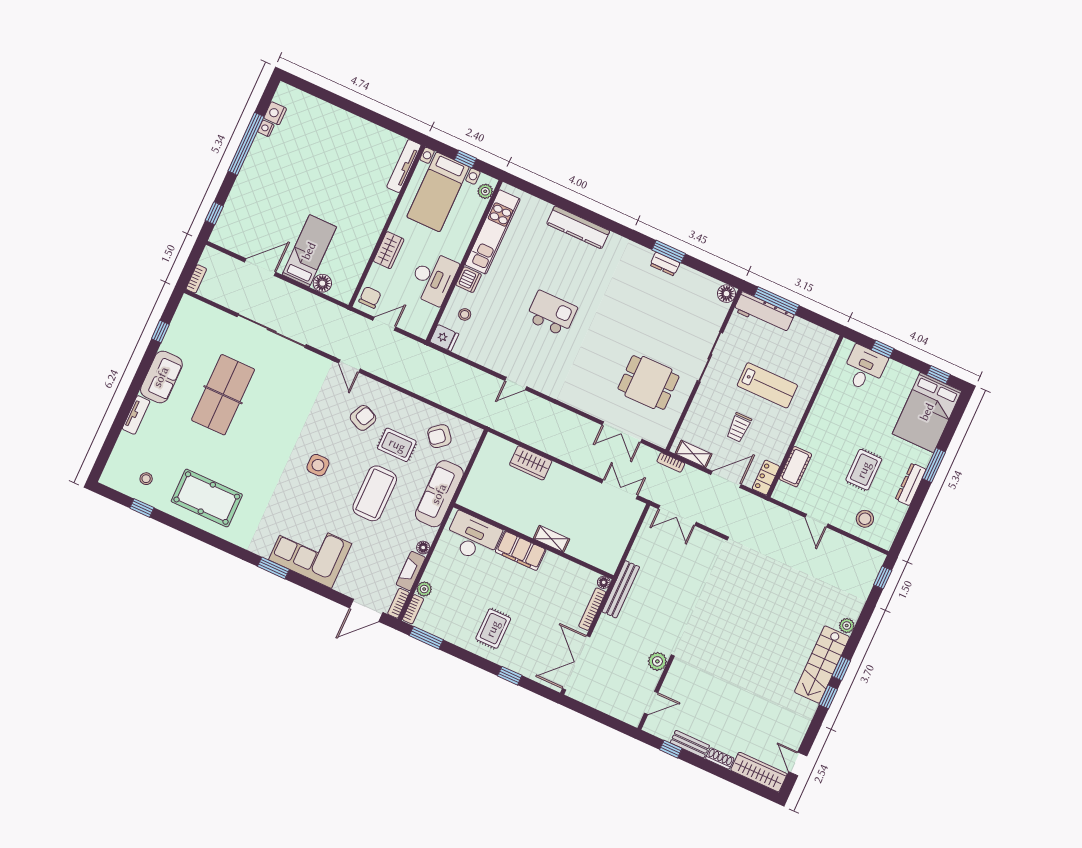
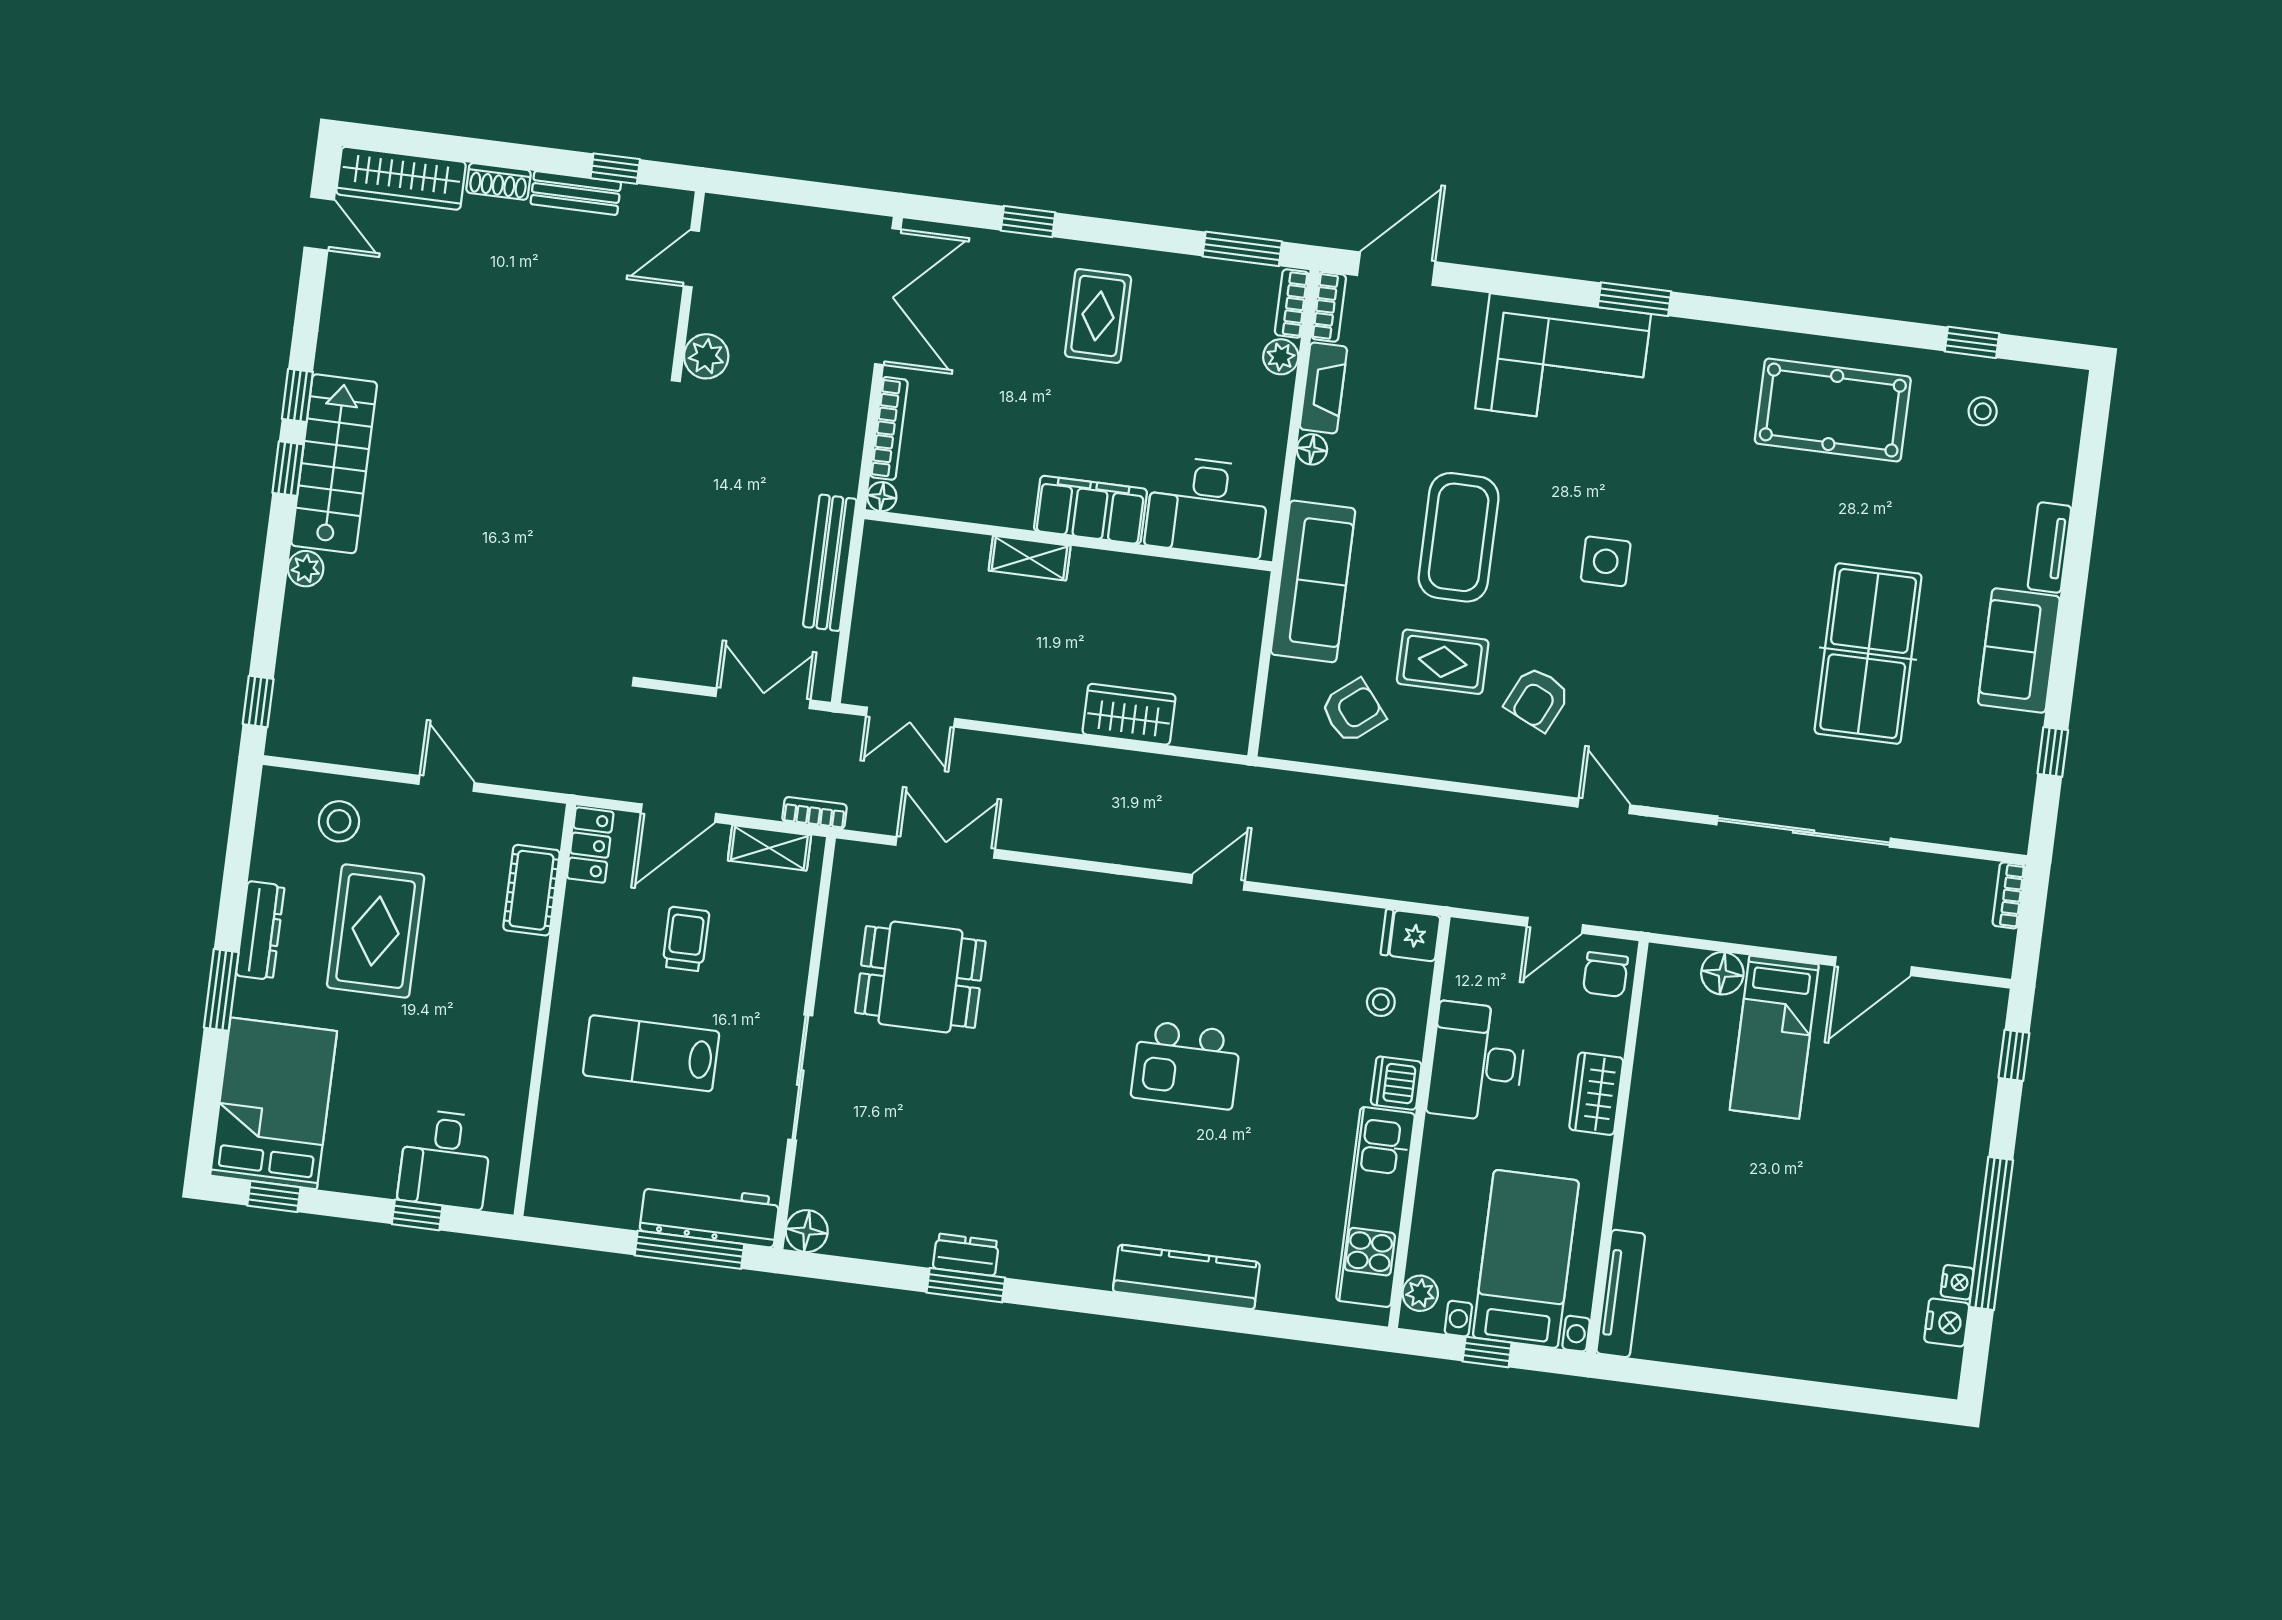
rug: (864, 470) -> (376, 931), width x1.36, depth x1.43
bench: (621, 589) -> (830, 563), moved

